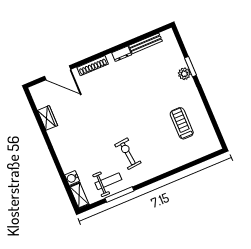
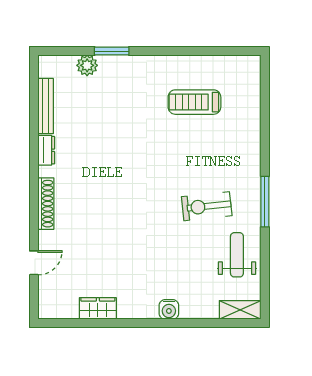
door: (58, 73) -> (34, 263), width x0.53
plant: (184, 74) -> (87, 65), moved
water cooler: (72, 178) -> (169, 309), moved
window: (120, 194) -> (265, 202), moved

